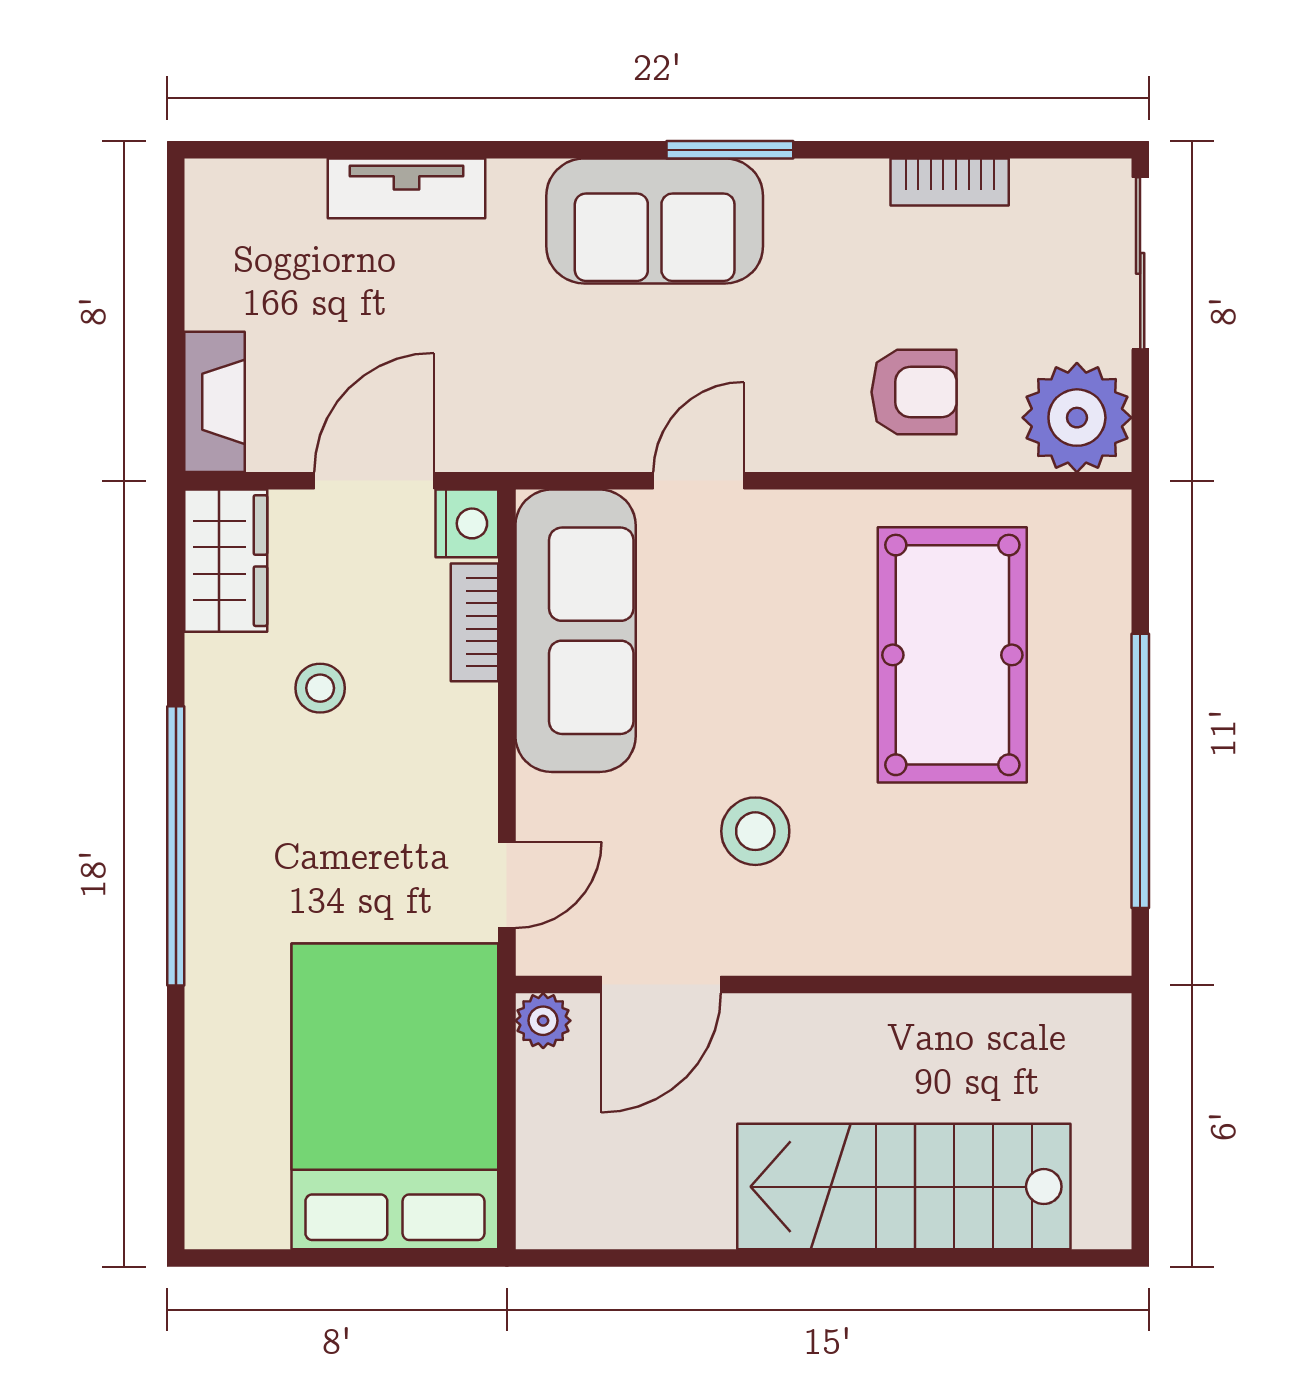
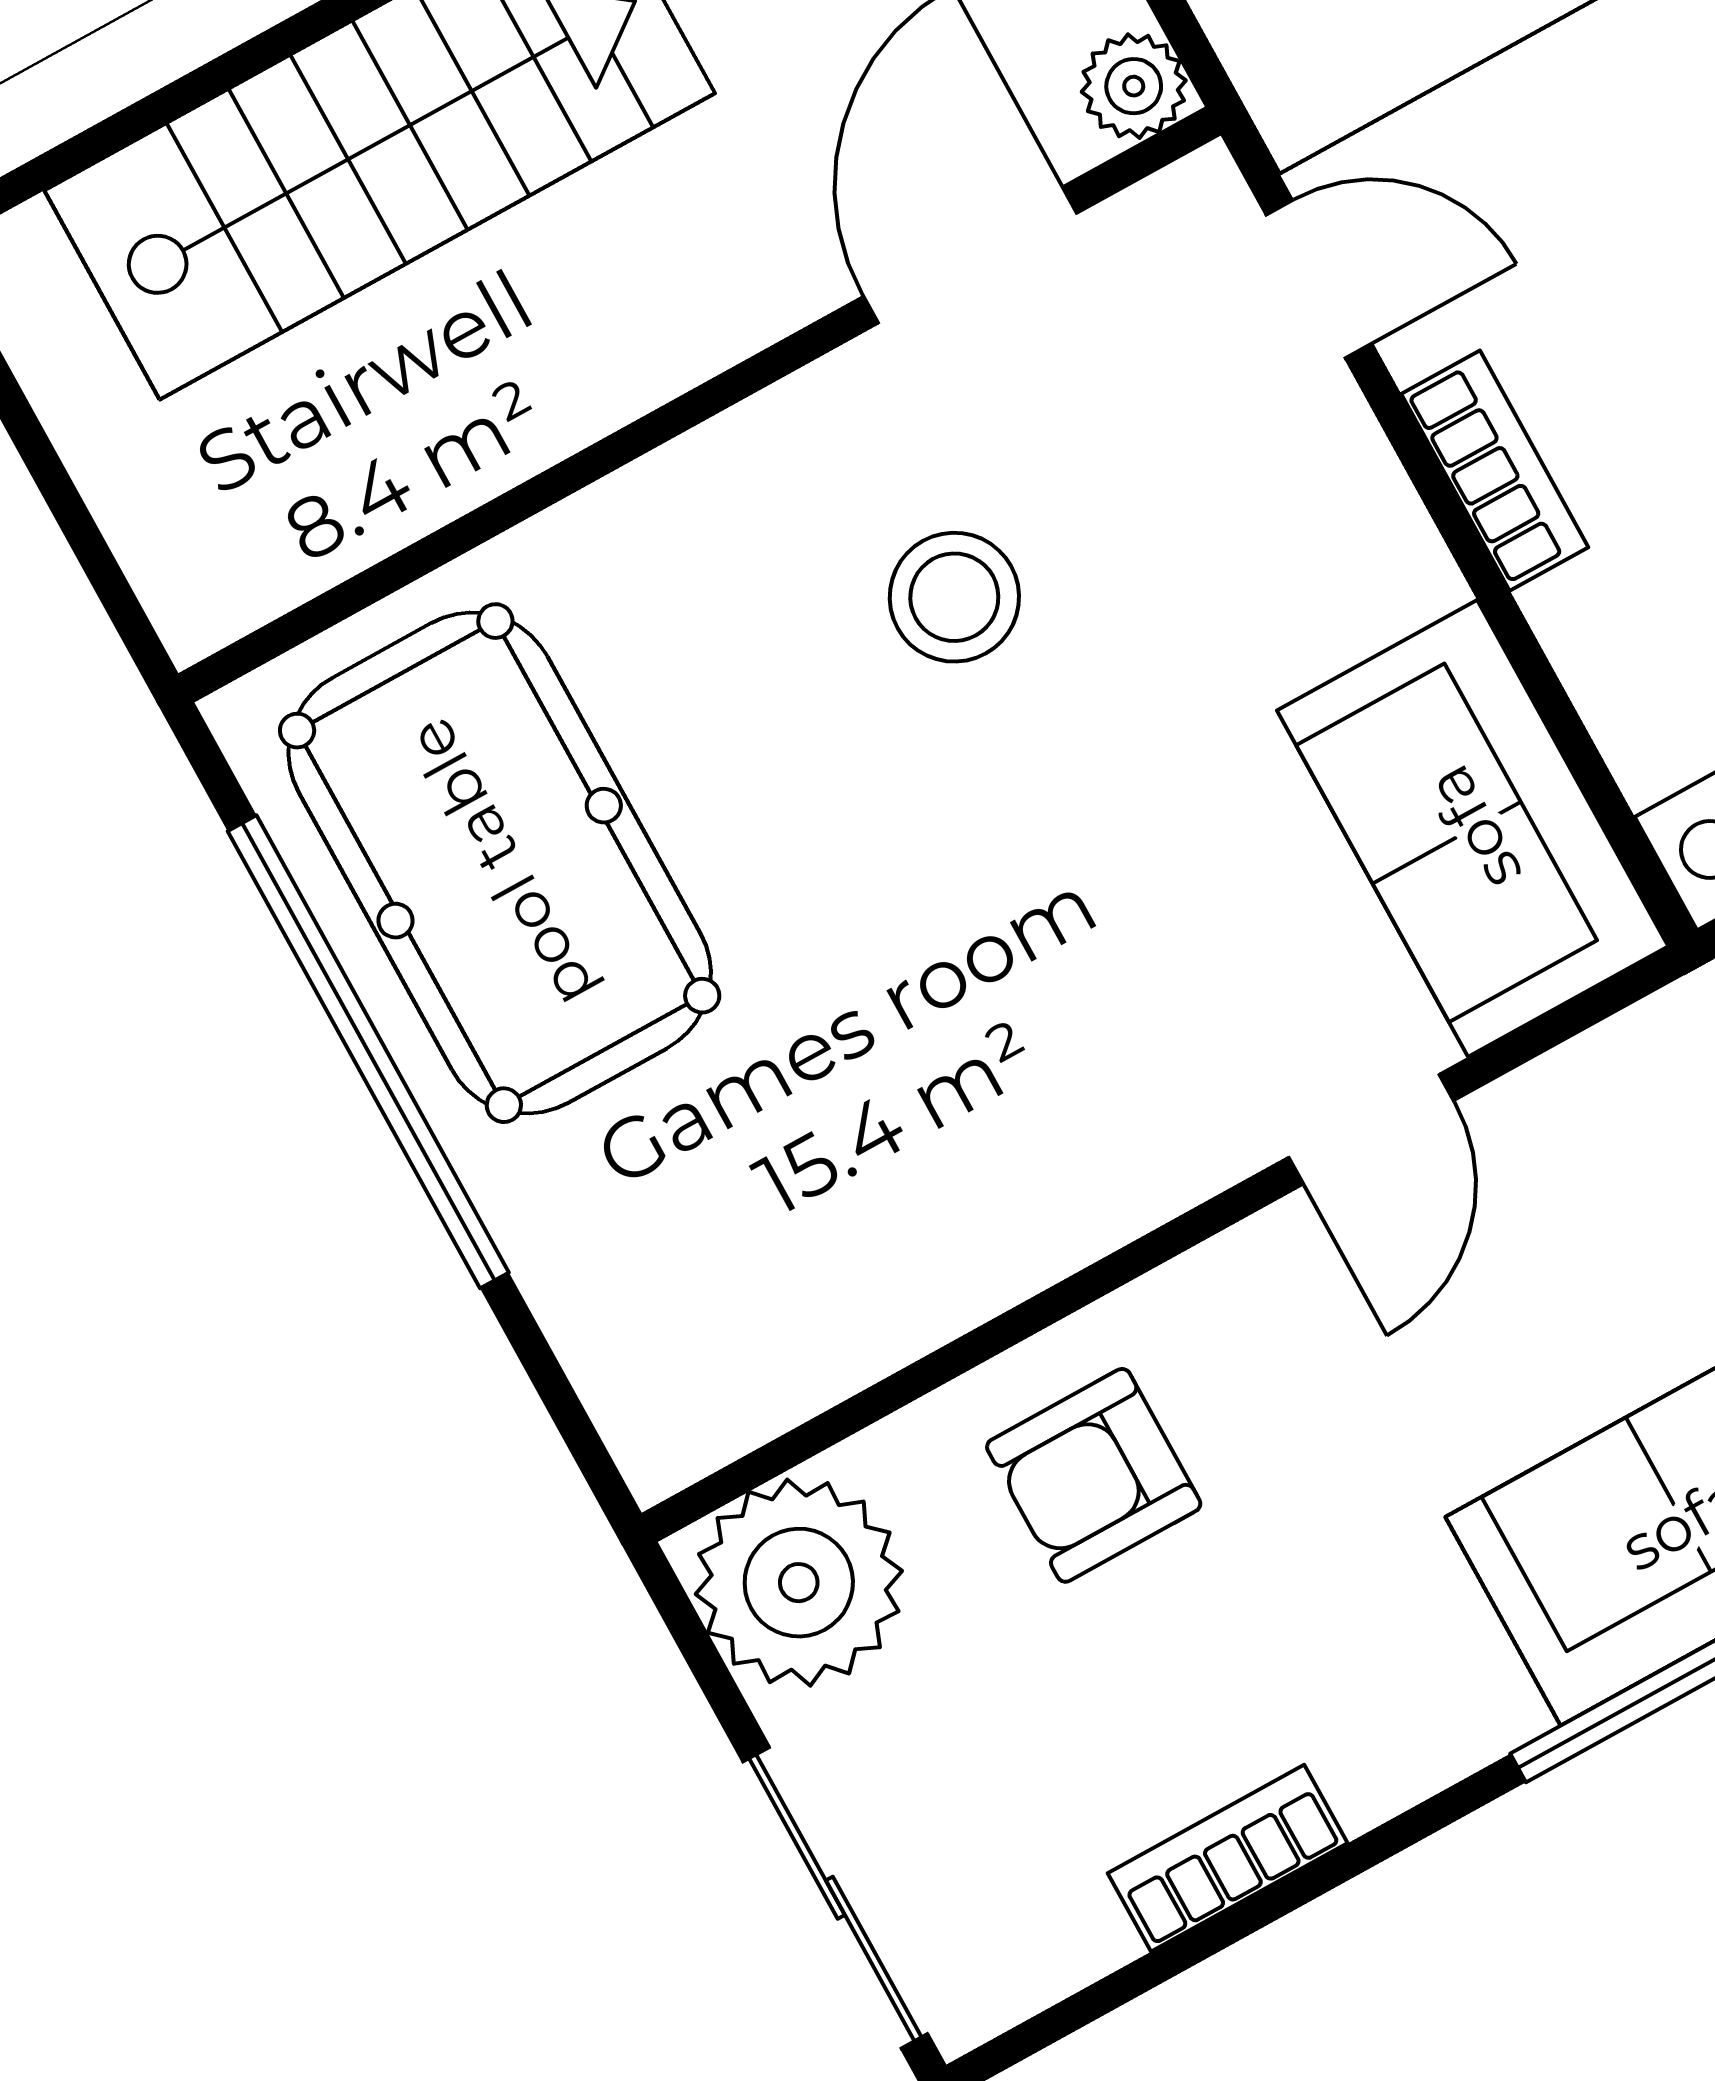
bookcase: (475, 622) -> (1495, 471), moved
sofa: (576, 631) -> (1473, 828), width x0.73
pool table: (952, 655) -> (500, 863), moved
door: (507, 885) -> (1319, 279), swing flipped

